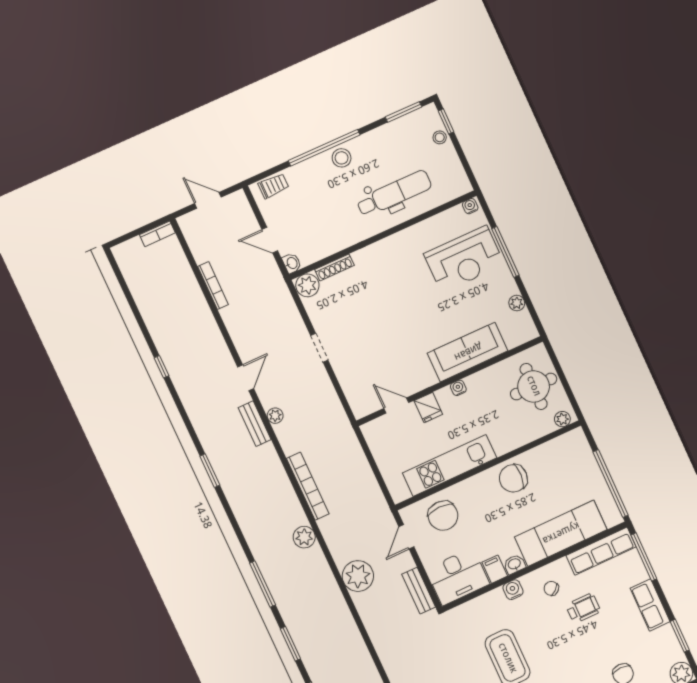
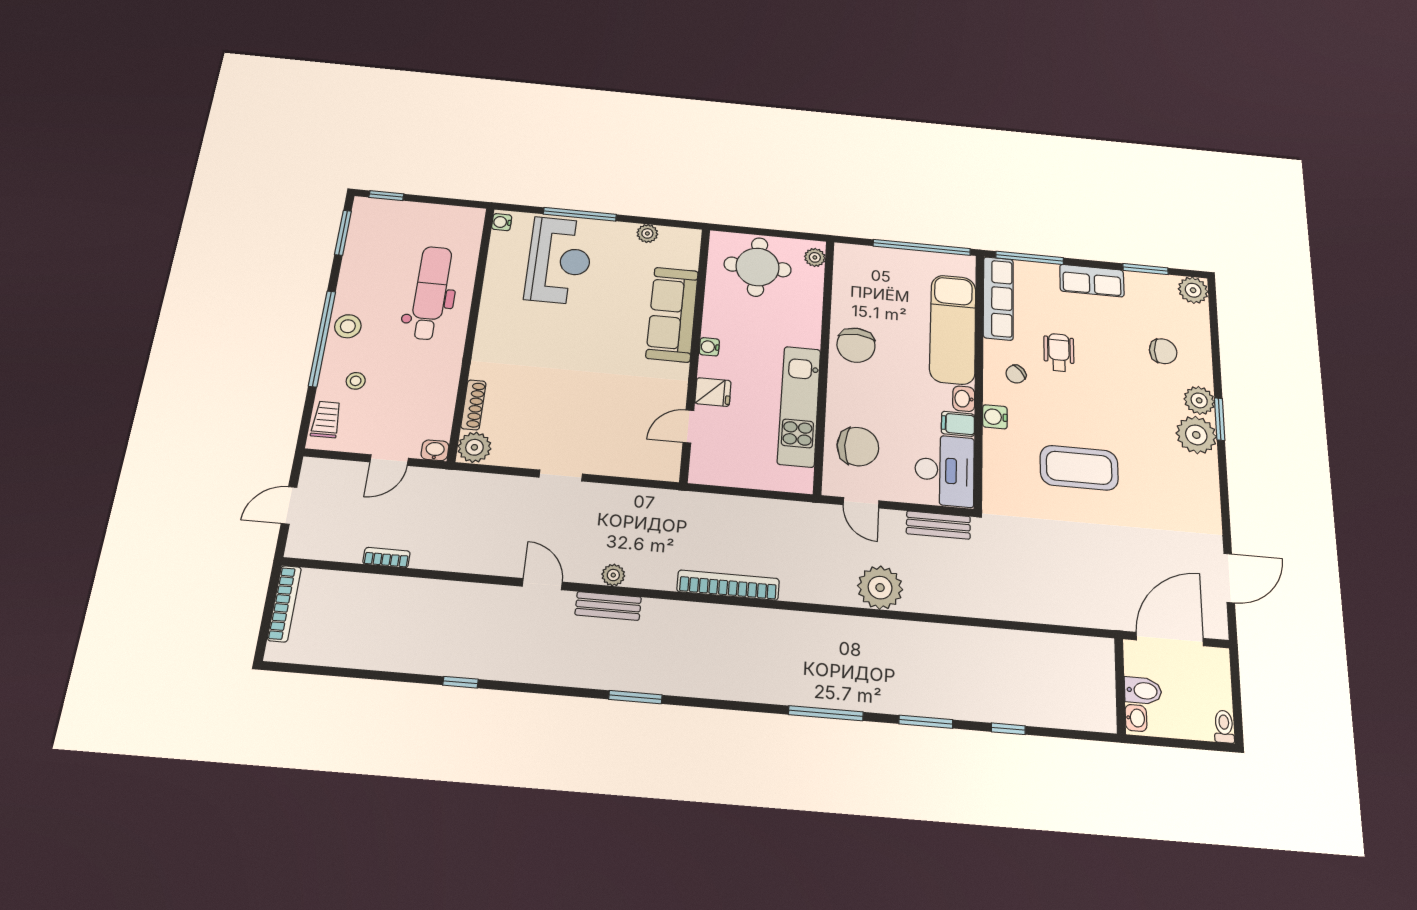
stool: (440, 137) -> (356, 381), moved
bookcase: (157, 234) -> (284, 604), width x1.56
bookcase: (213, 286) -> (386, 558), width x0.64
plant: (304, 537) -> (792, 626), removed

